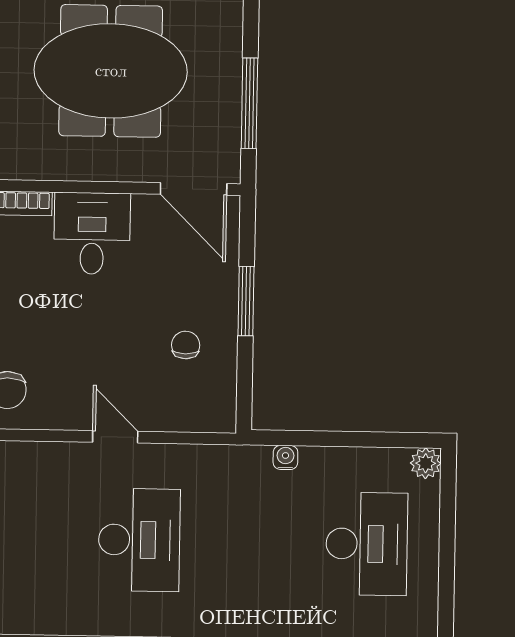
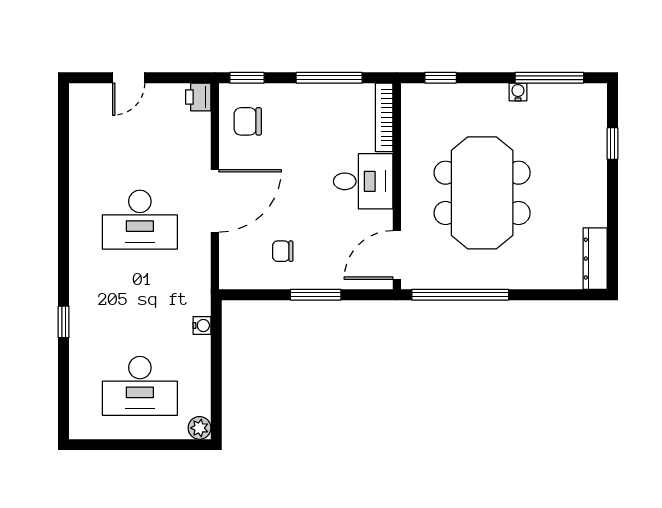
window: (249, 103) -> (460, 295), width x1.46
chair: (186, 345) -> (283, 251), turned 180
door: (115, 437) -> (215, 201), width x1.87

